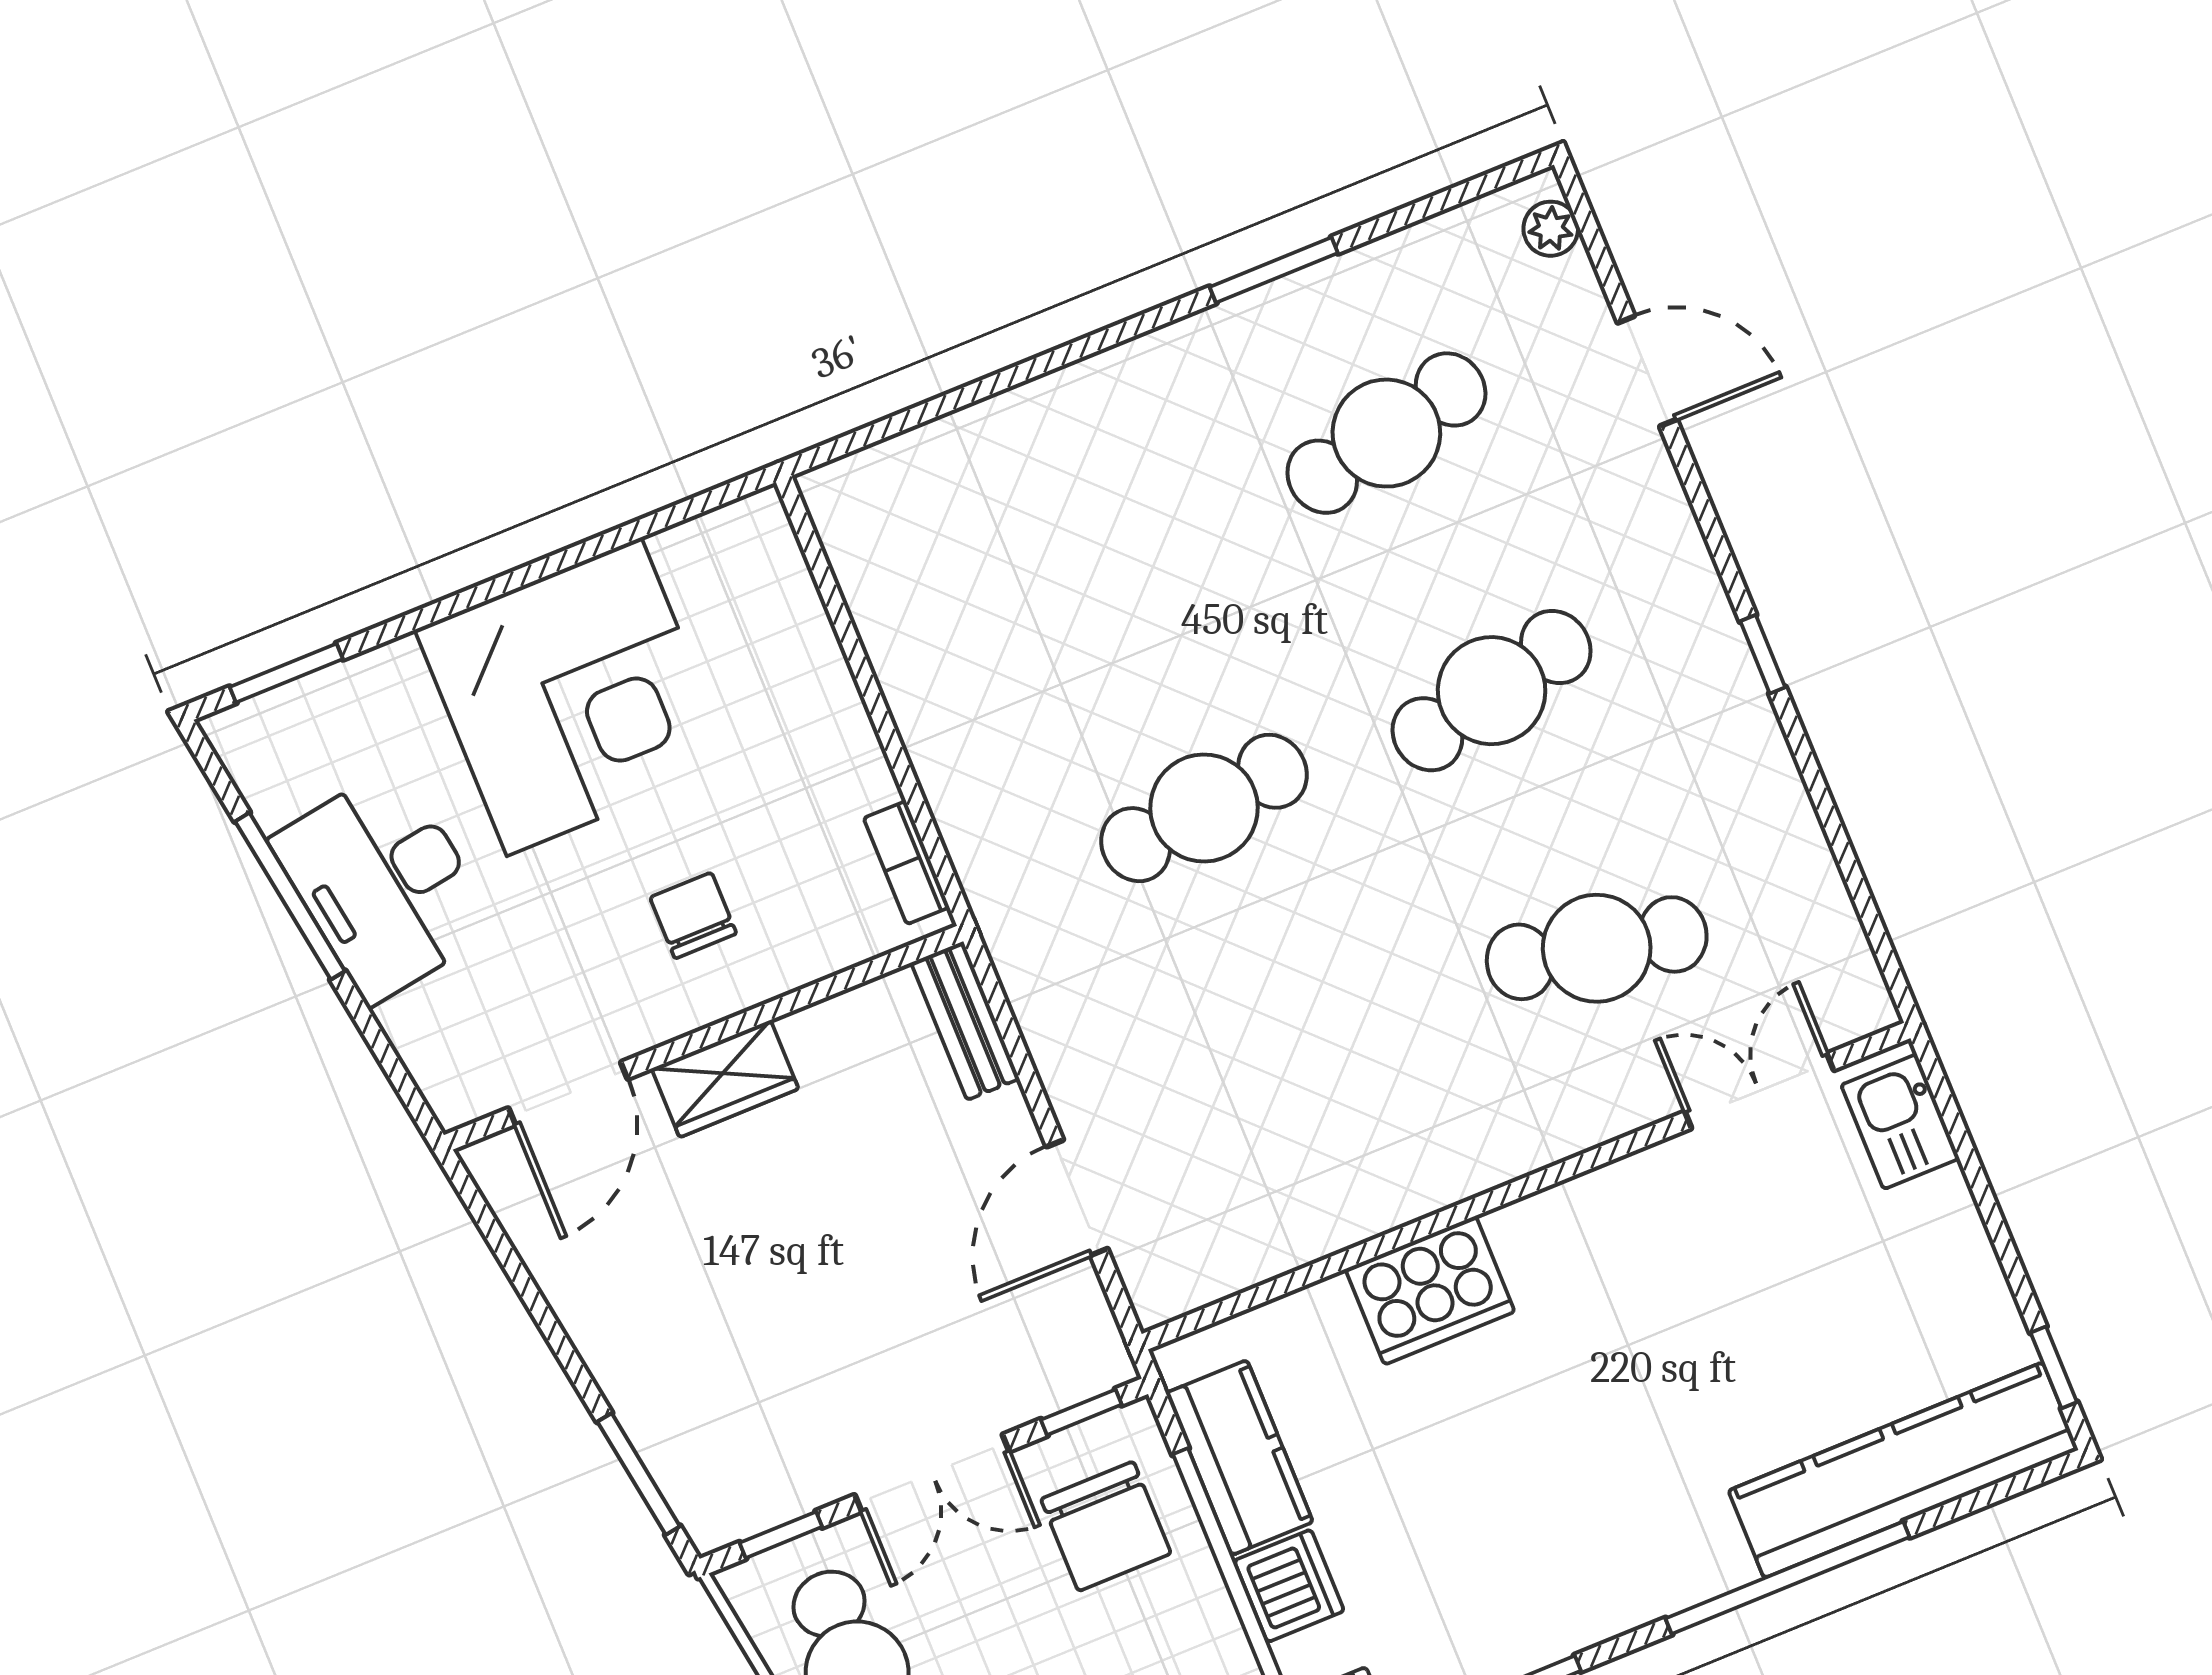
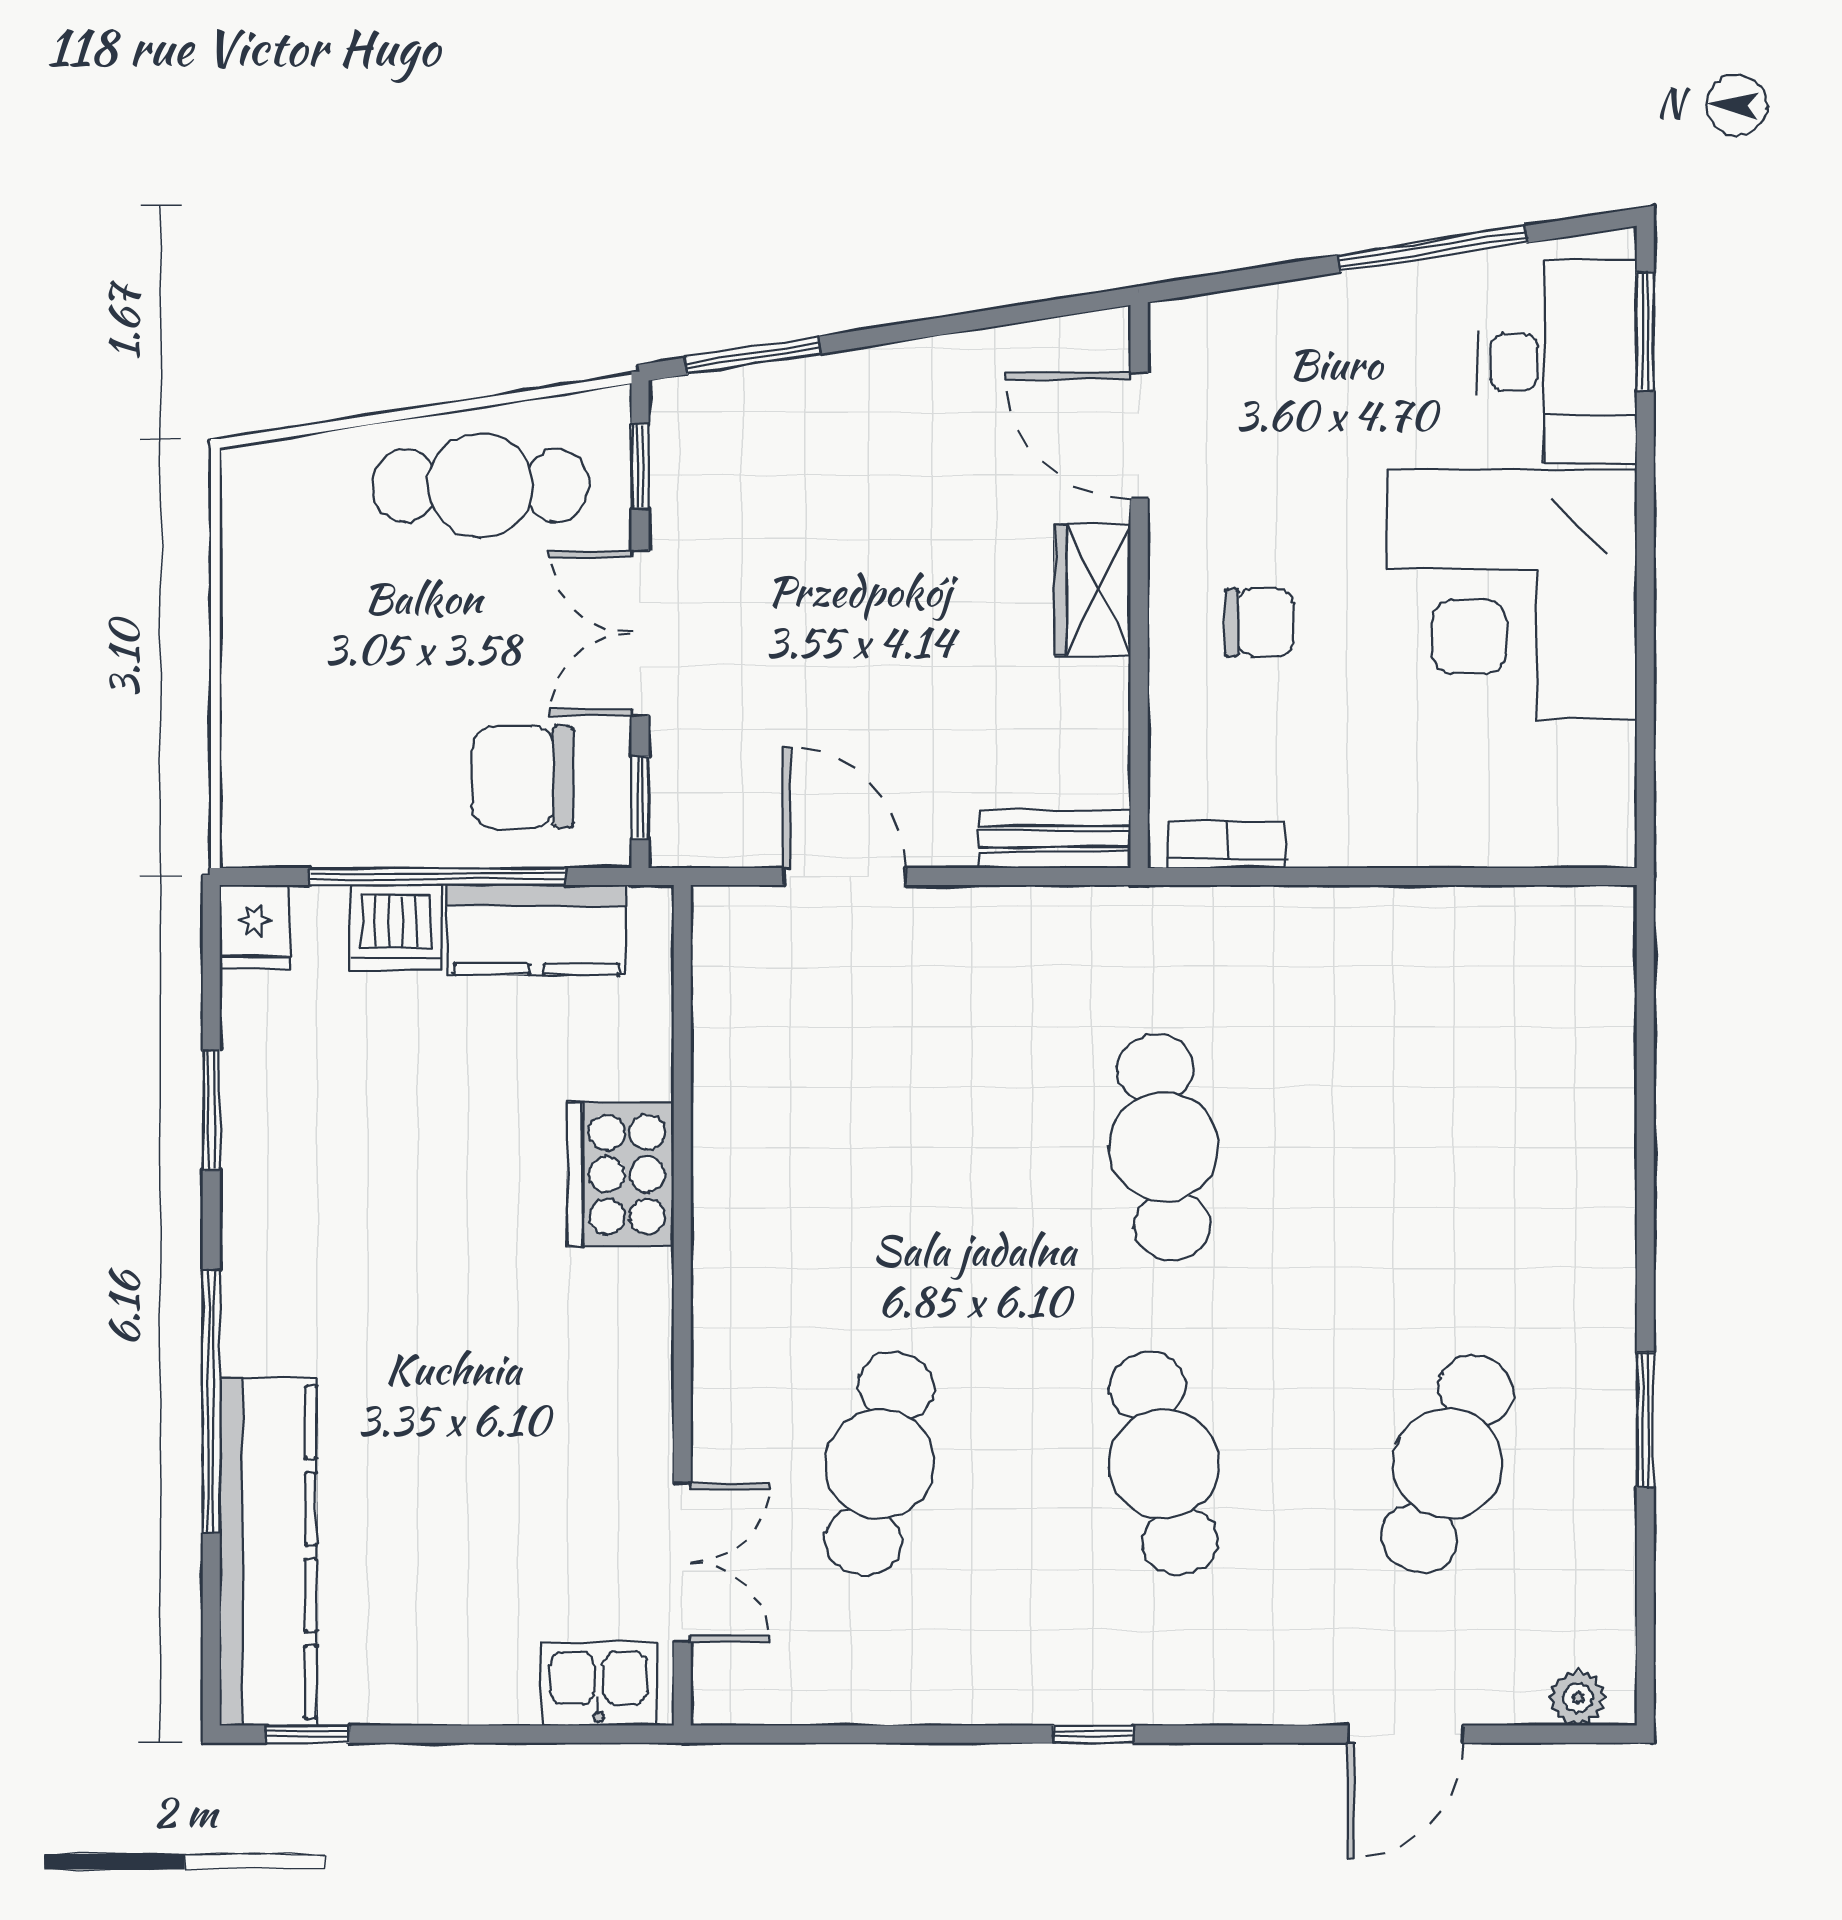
cafe table: (1386, 433) -> (1448, 1464), turned 33
desk: (384, 884) -> (1557, 362), moved, turned 99

